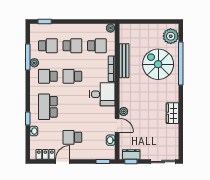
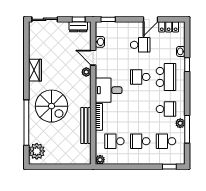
spiral stairs: (158, 64) -> (52, 106), moved
school desk: (72, 76) -> (140, 77), moved, turned 180

